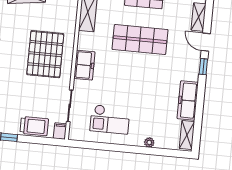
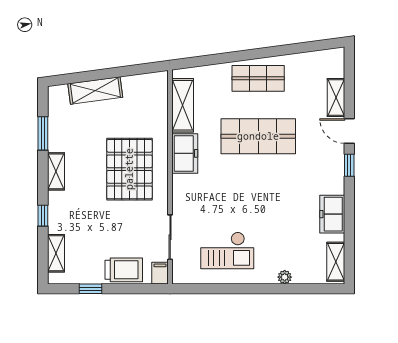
freezer: (84, 65) -> (185, 153), moved
freezer: (188, 101) -> (332, 214), width x0.71

